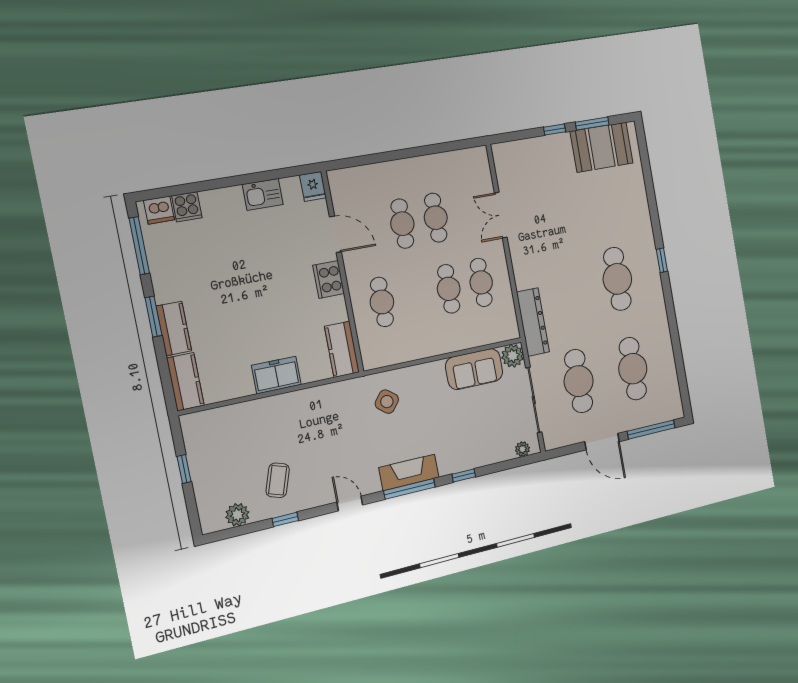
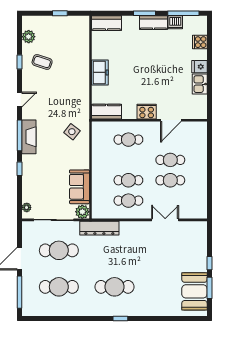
fridge: (313, 186) -> (199, 67), moved
dishwasher: (159, 210) -> (175, 22), moved, turned -90
kitchen counter: (174, 329) -> (153, 23), moved

